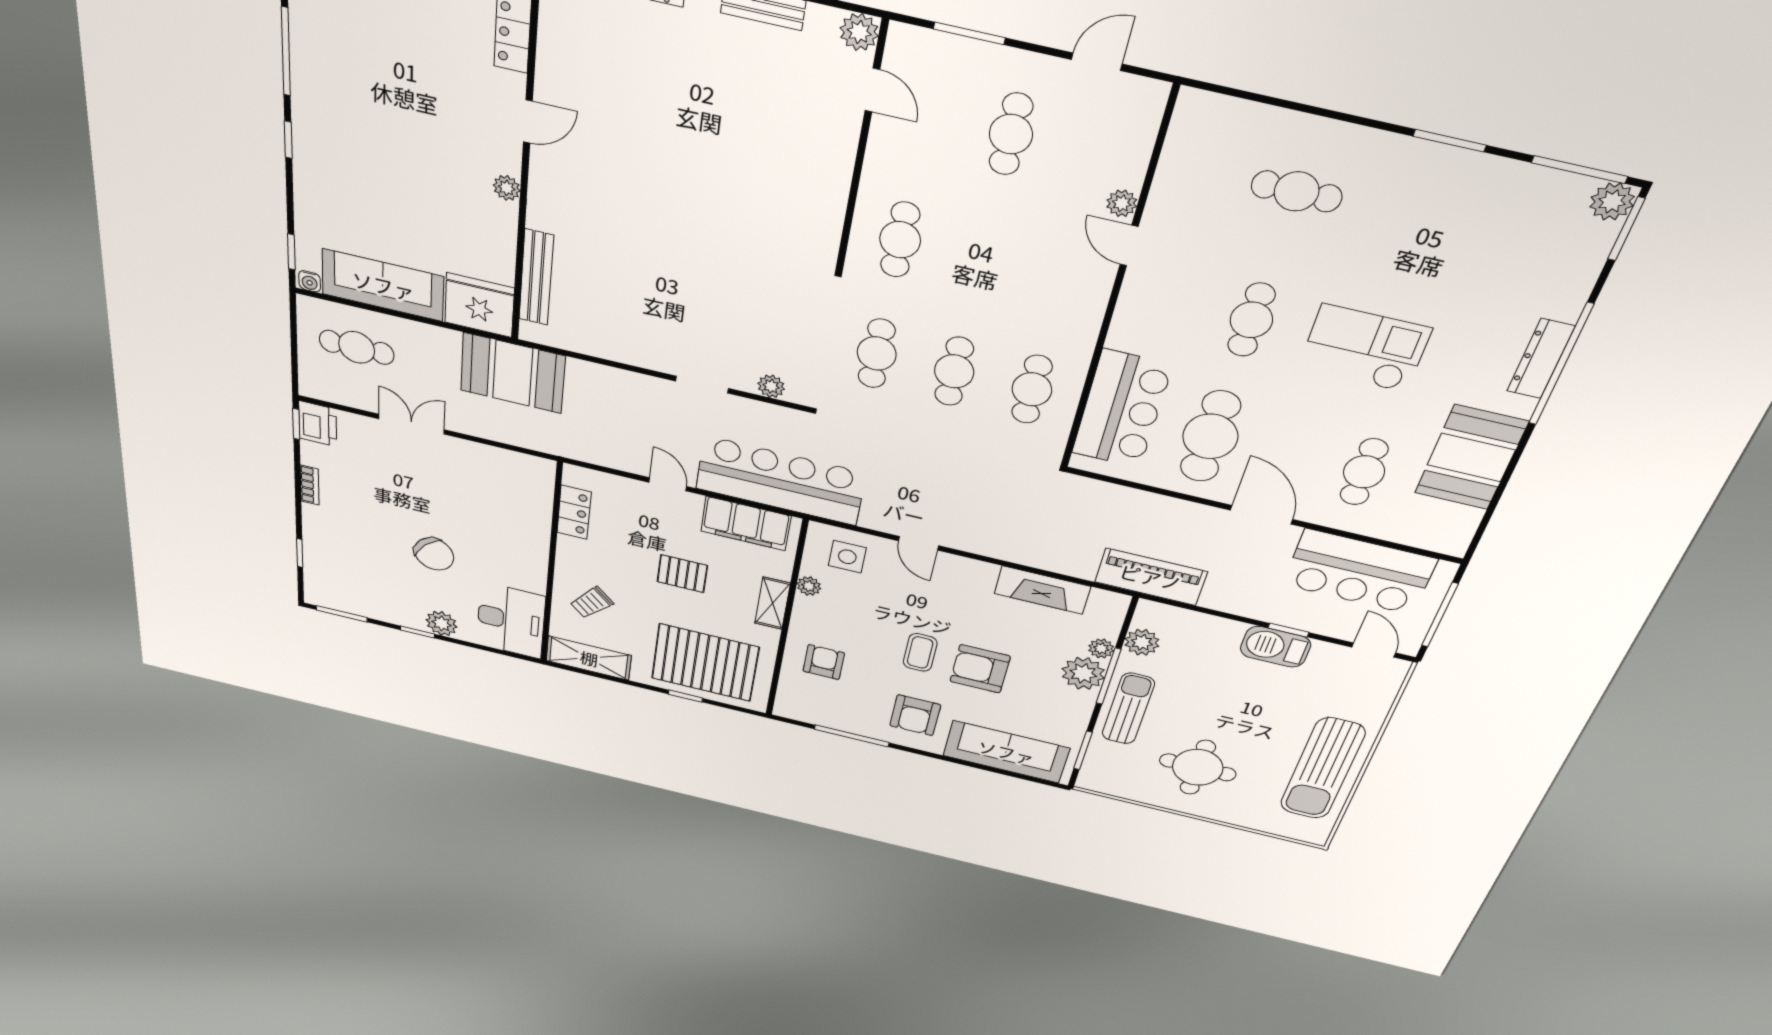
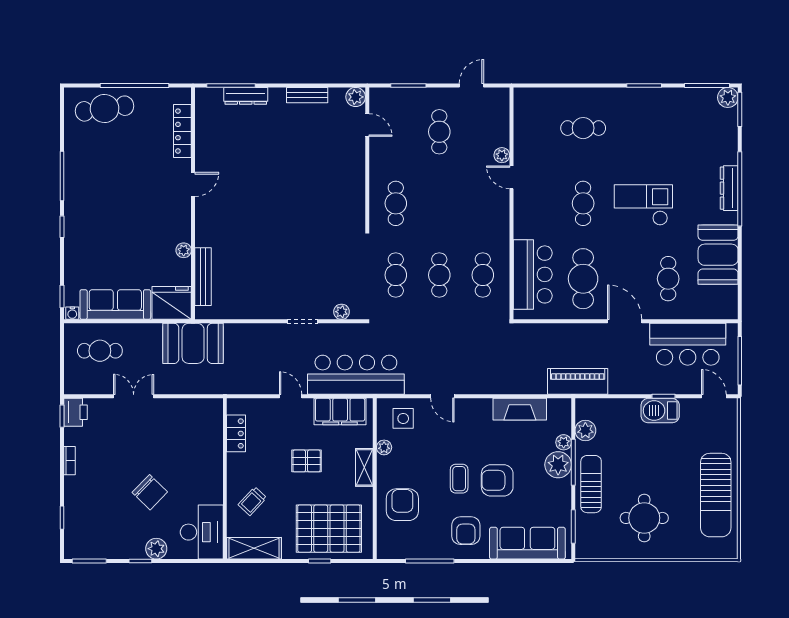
plant: (507, 188) -> (184, 250), moved
armchair: (824, 662) -> (402, 505), width x1.38, depth x1.38

